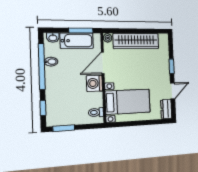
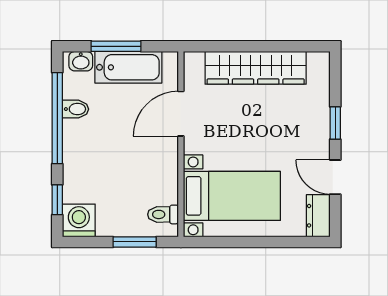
window: (81, 30) -> (116, 46), moved
plant: (108, 38) -> (193, 61), removed
washing machine: (94, 83) -> (79, 220), moved, turned 90
door: (173, 91) -> (335, 177), swing flipped
window: (64, 128) -> (135, 242), moved

